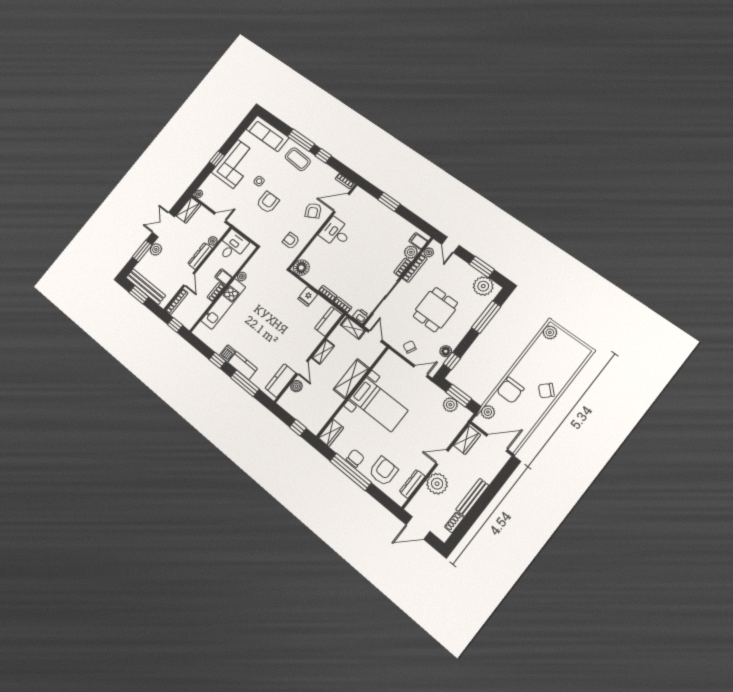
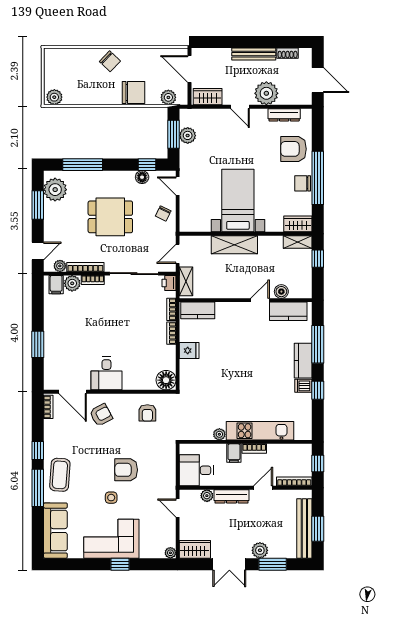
shelving: (323, 352) -> (298, 242), moved

